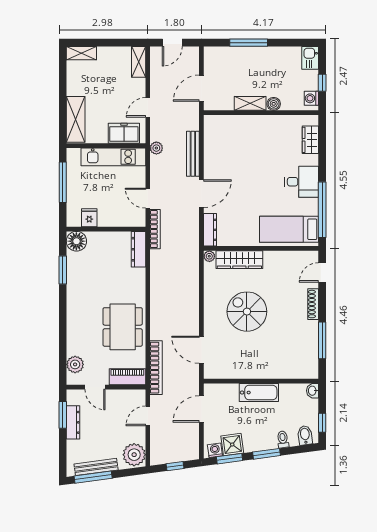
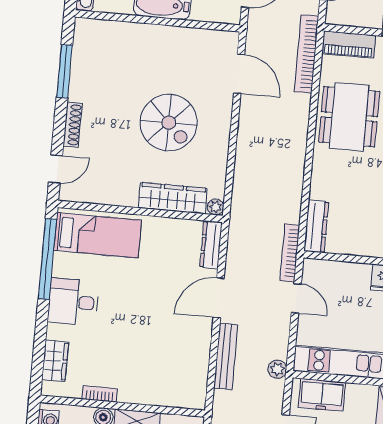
bookcase: (278, 120) -> (100, 394), added

